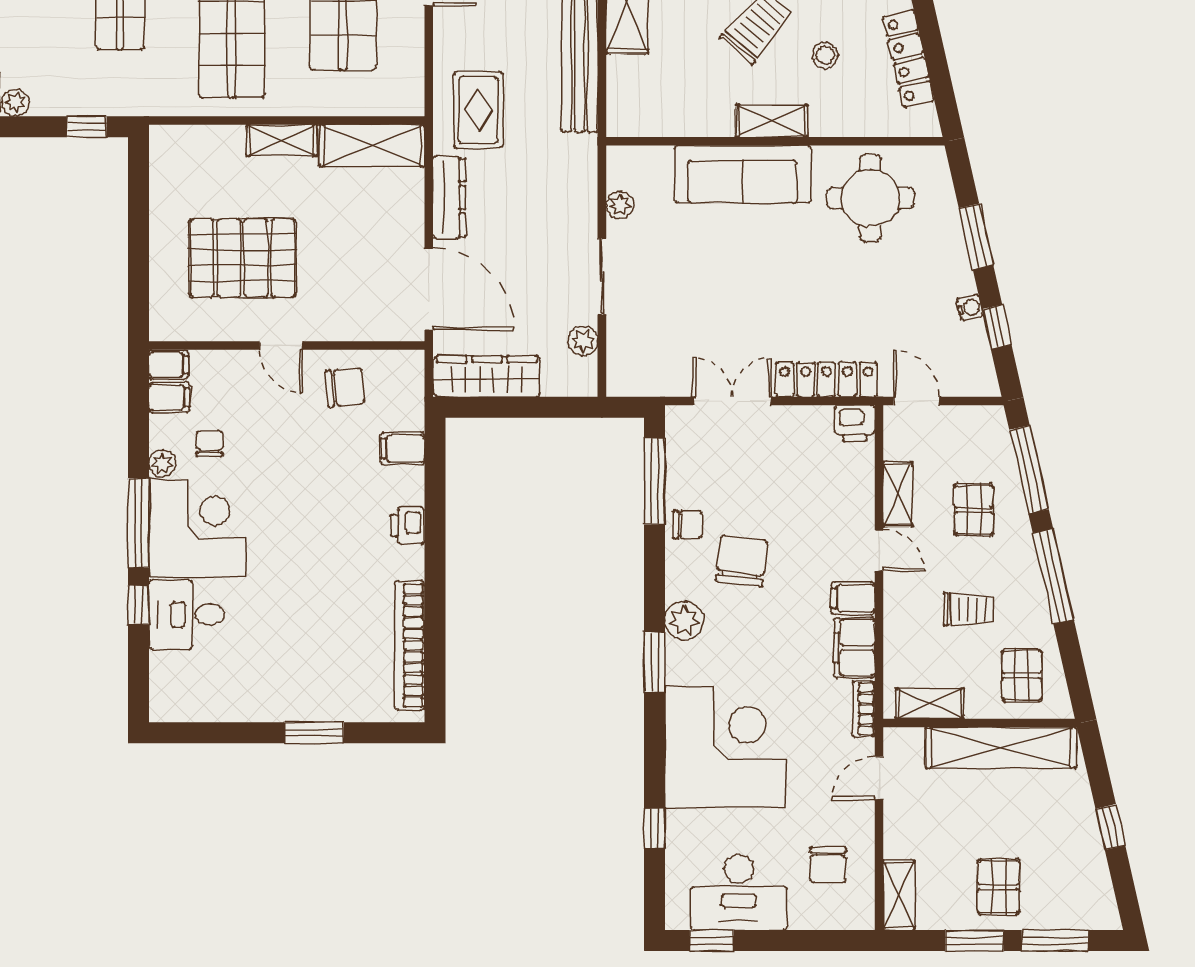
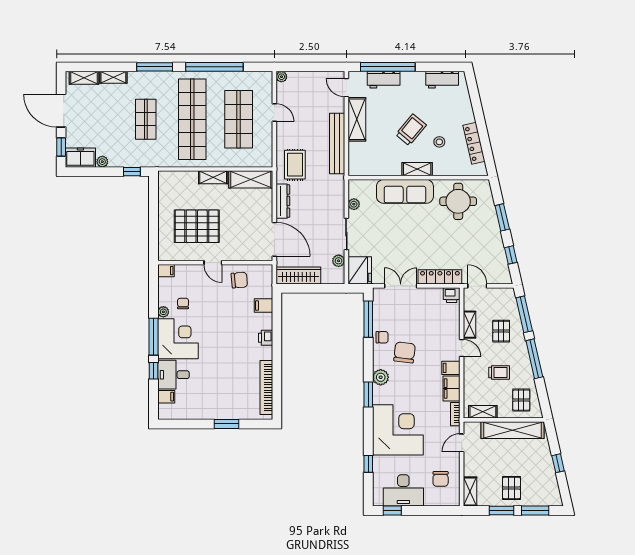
water cooler: (970, 308) -> (500, 247), removed
fridge: (634, 364) -> (360, 270), added
filing cabinet: (169, 397) -> (166, 397), moved

